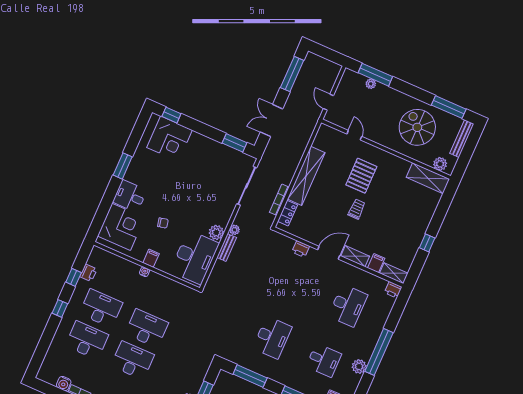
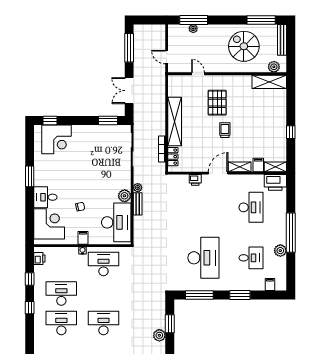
printer: (88, 273) -> (39, 258), moved
printer: (393, 290) -> (275, 182), width x1.87, depth x1.48
desk: (147, 328) -> (103, 264), moved
desk: (272, 338) -> (203, 258), width x1.36, depth x1.30

